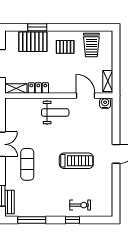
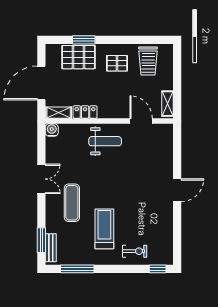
water cooler: (105, 103) -> (52, 130), moved
treadmill: (76, 161) -> (104, 229), moved, turned -90
window: (72, 220) -> (158, 269), moved

